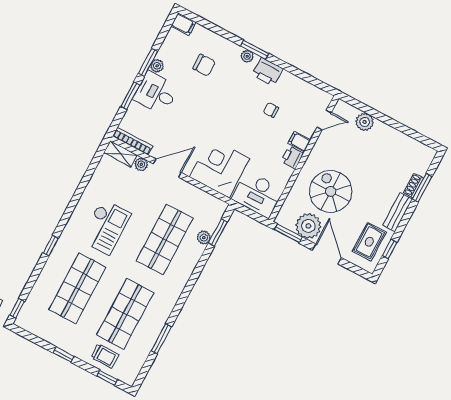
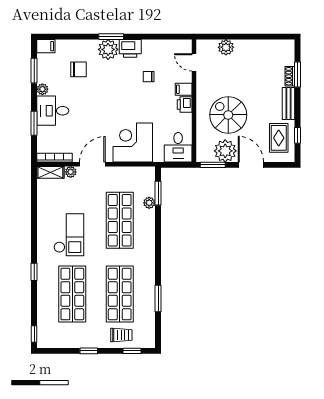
plant: (247, 56) -> (108, 49), width x1.88, depth x1.88
window: (148, 62) -> (34, 71), moved
door: (324, 120) -> (194, 62), swing flipped
desk: (258, 194) -> (178, 147), width x0.73

